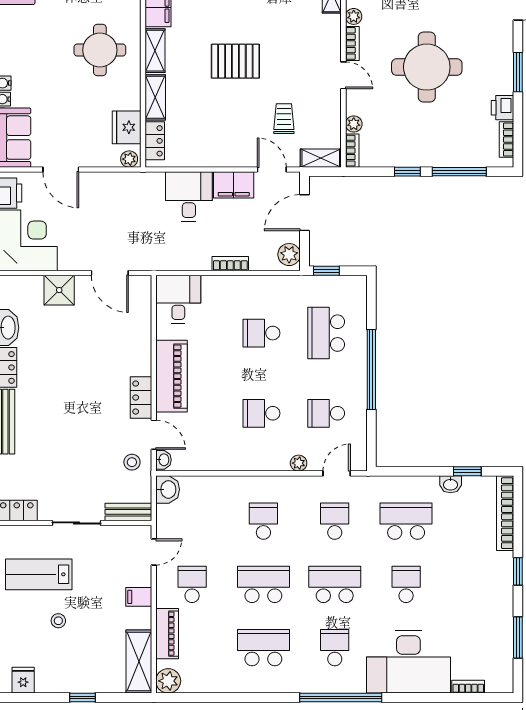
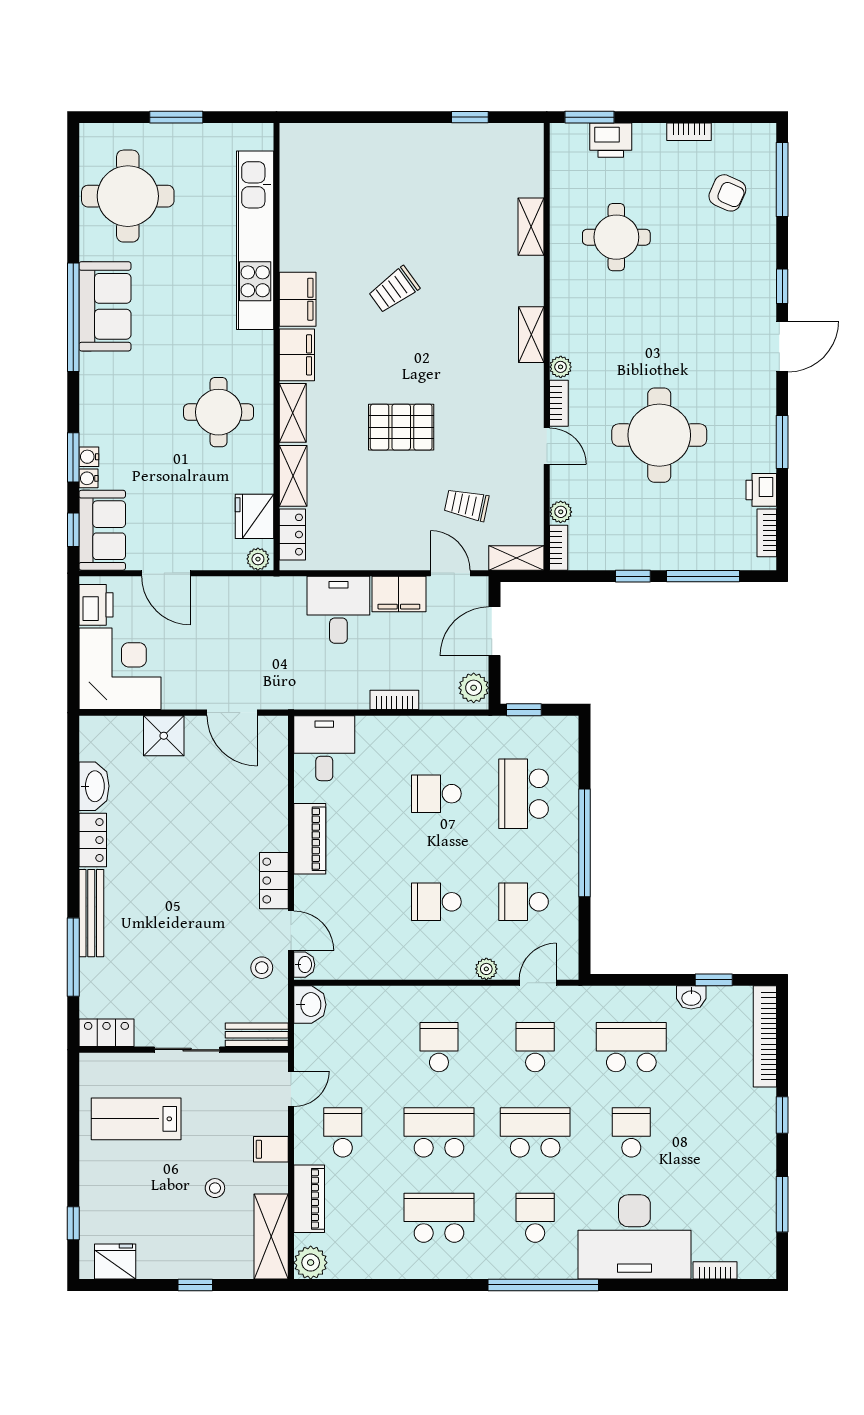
trolley: (284, 119) -> (467, 505), turned -78
piano: (171, 376) -> (310, 839), width x0.73, depth x0.75
stool: (58, 621) -> (215, 1188), moved
fridge: (23, 680) -> (115, 1261), width x1.38

